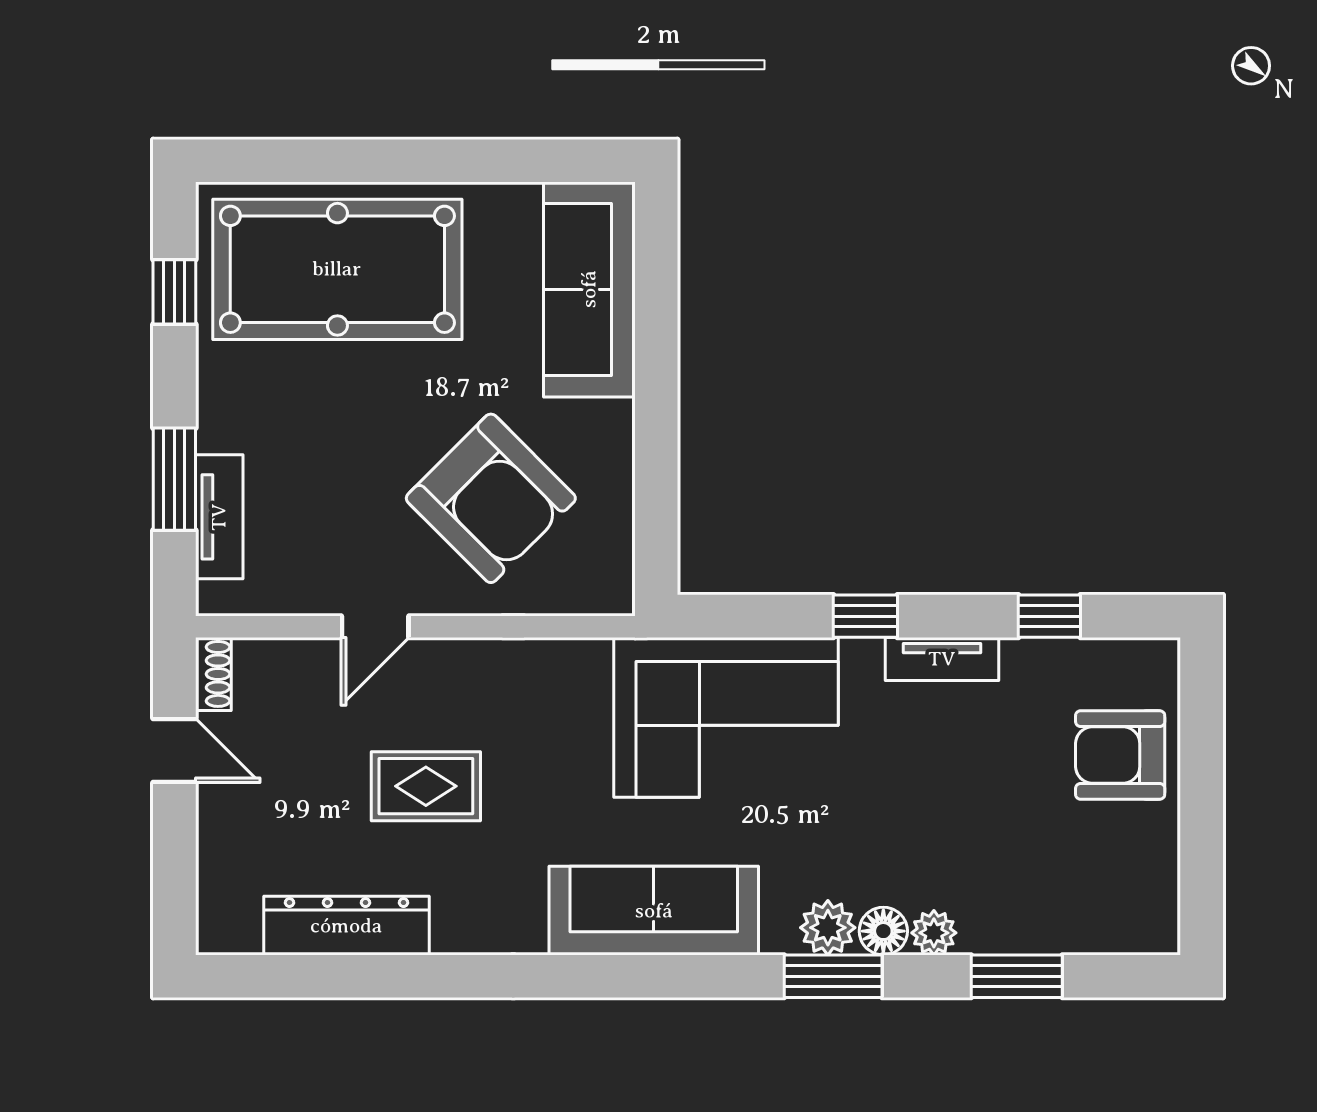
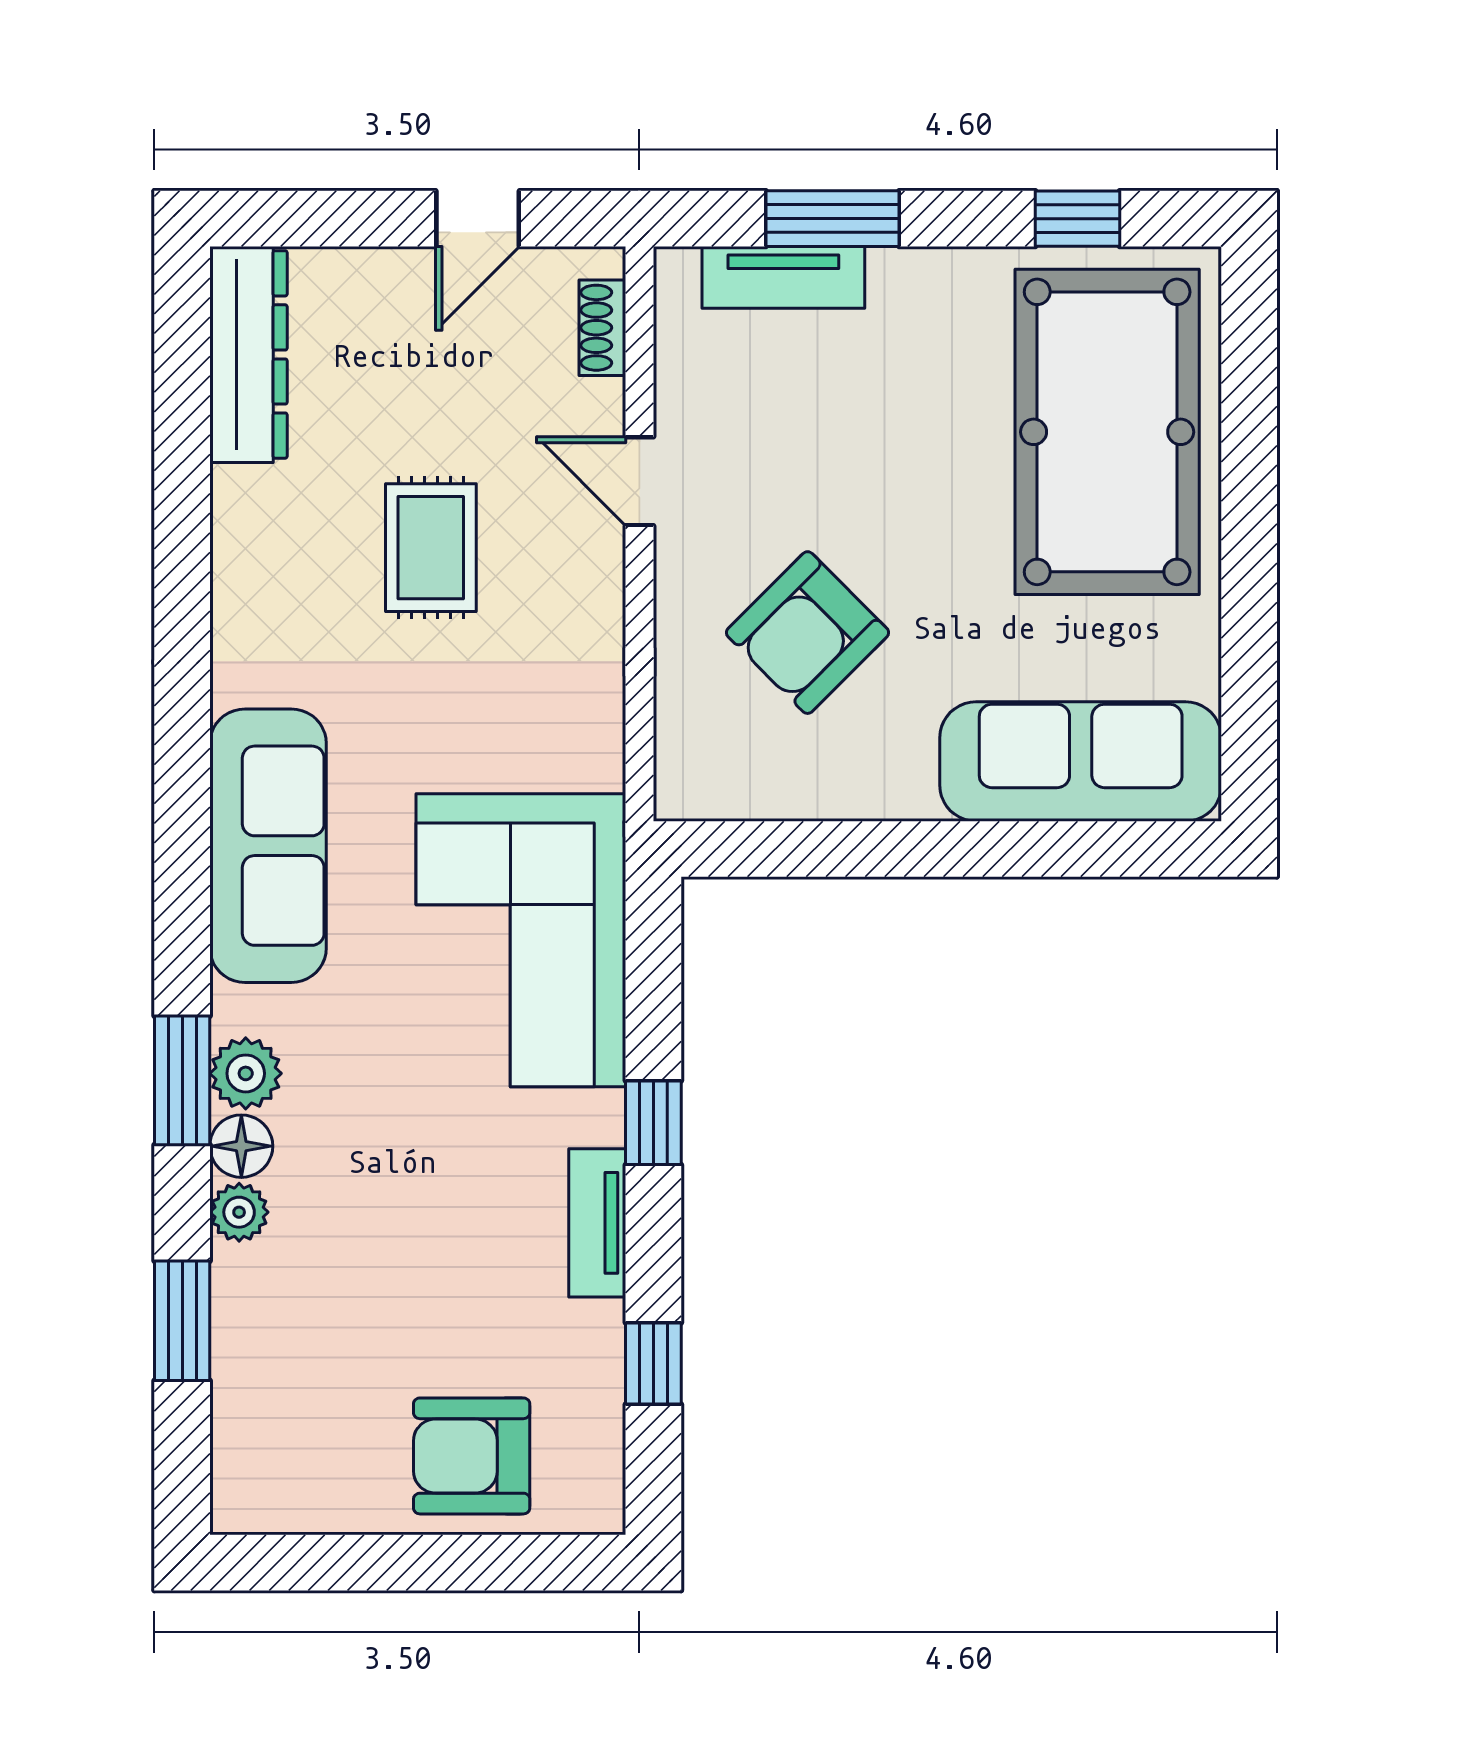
armchair: (491, 498) -> (808, 633), width x0.73, depth x0.73
shoe rack: (213, 674) -> (602, 328), moved, turned 90
armchair: (1120, 755) -> (472, 1456), turned -90
dresser: (346, 926) -> (248, 354), moved

